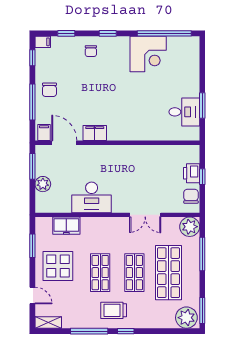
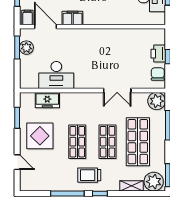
plant: (43, 184) -> (26, 48), moved
desk: (92, 197) -> (56, 75), moved
shelving: (48, 322) -> (132, 186), moved

